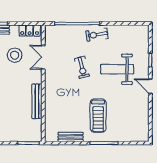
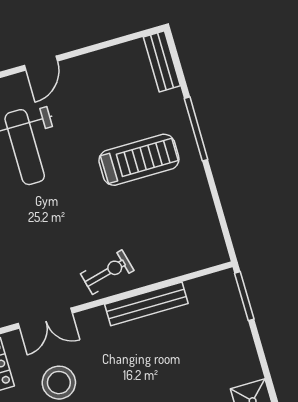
exercise bike: (82, 67) -> (107, 272), moved
bench: (71, 137) -> (162, 61), moved

